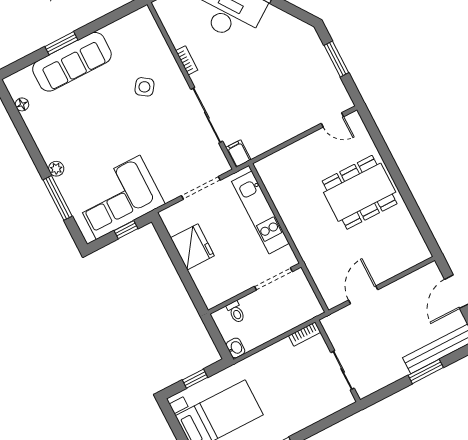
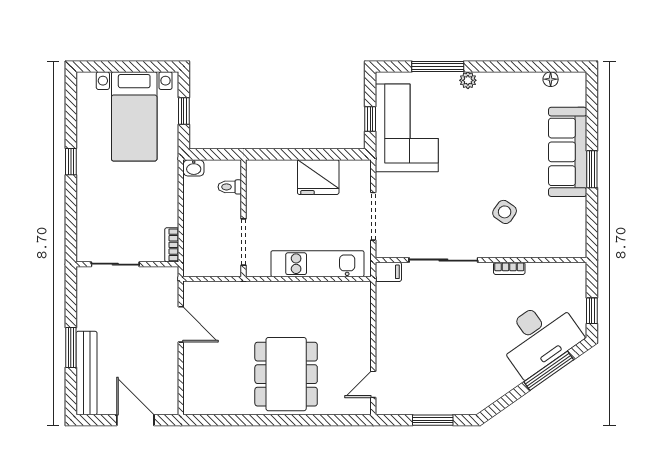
window: (61, 43) -> (592, 169), moved

